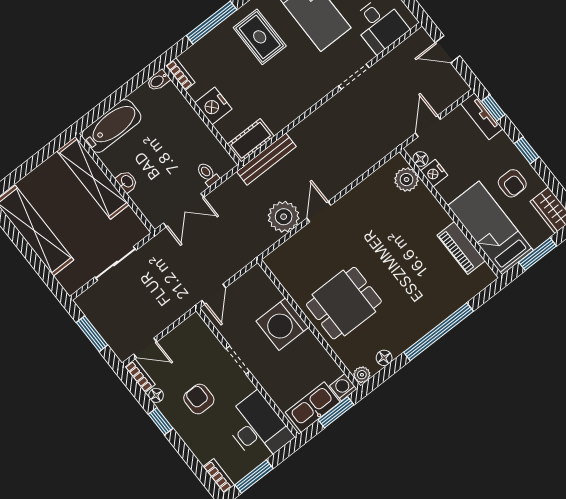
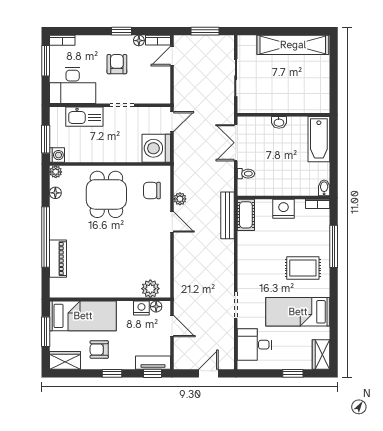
shelving: (93, 178) -> (297, 104), removed
plant: (284, 217) -> (180, 199), width x0.53, depth x0.53
piano: (461, 248) -> (58, 259), moved, turned 90
chair: (302, 259) -> (152, 191), added
door: (214, 294) -> (172, 122), swing flipped
washing machine: (282, 324) -> (156, 148), moved, turned -90
armchair: (199, 399) -> (117, 64), turned -90
kitchen sink: (313, 407) -> (84, 117), moved, turned 90

